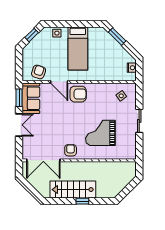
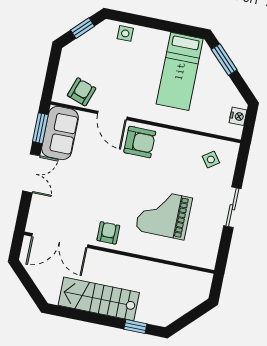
bed: (78, 49) -> (180, 71), moved
window: (82, 201) -> (135, 326), moved

